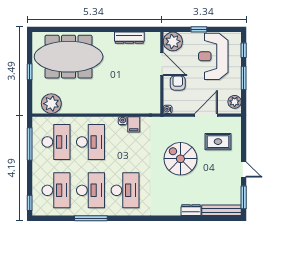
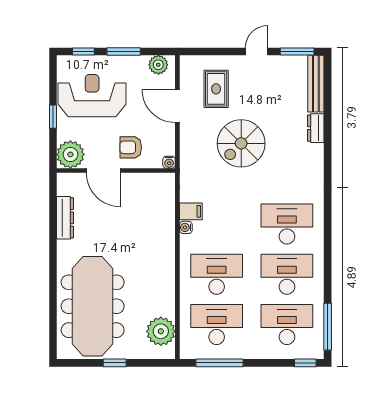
reception desk: (213, 56) -> (92, 96), turned 180
door: (162, 64) -> (103, 170), swing flipped
window: (91, 218) -> (328, 327), moved

